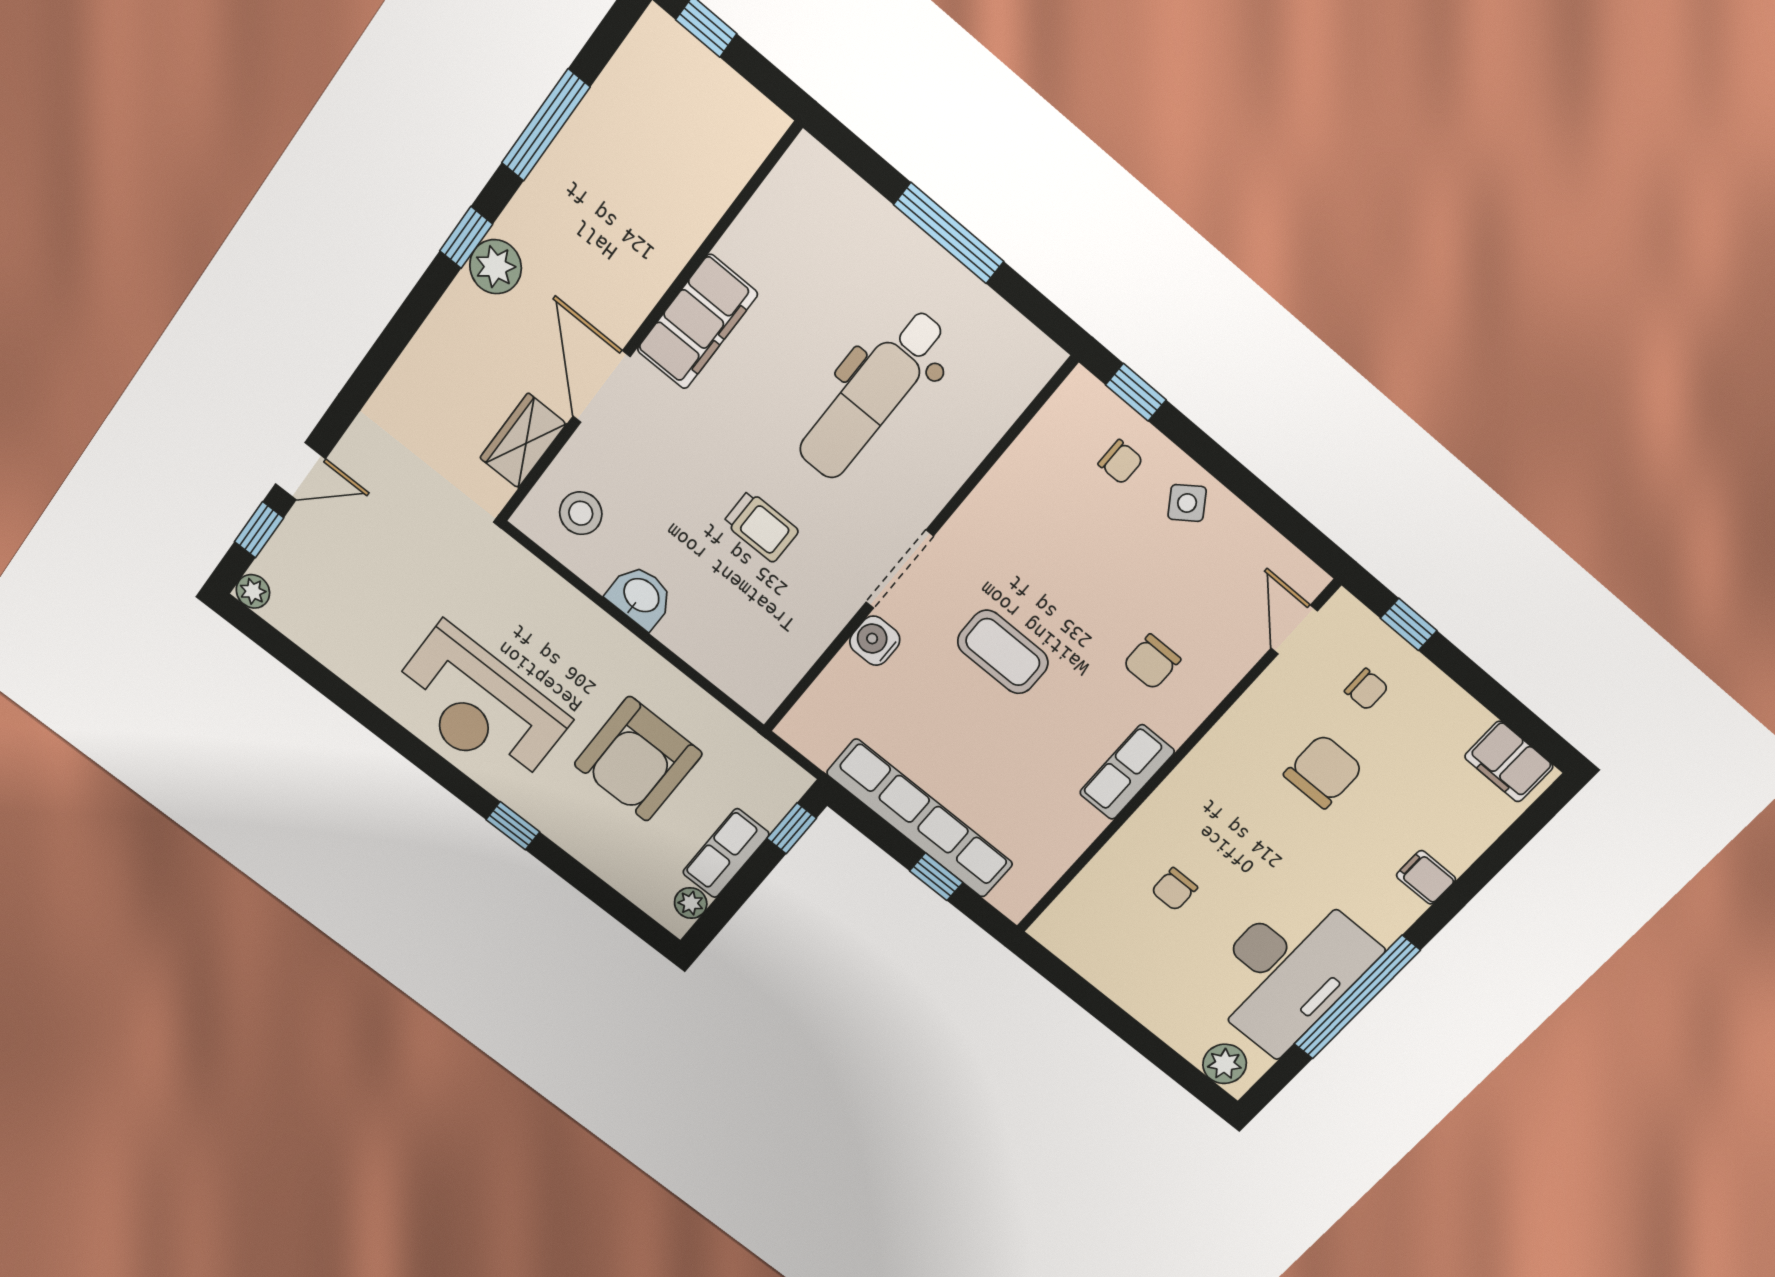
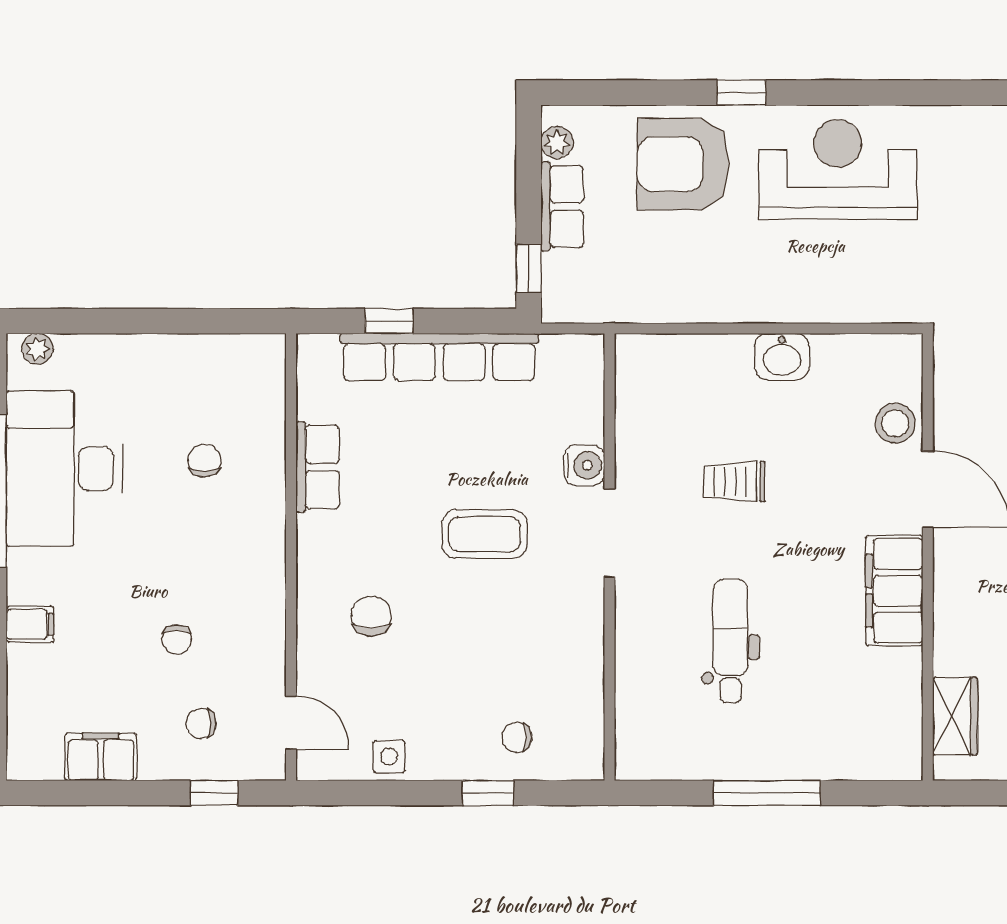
window: (1136, 392) -> (488, 793), moved
dental chair: (872, 394) -> (730, 641), width x0.73, depth x0.72
wardrobe: (523, 441) -> (955, 716), moved
side table: (1187, 503) -> (389, 757), moved, turned 35
stool: (581, 513) -> (895, 423), moved
armchair: (638, 759) -> (683, 164), moved, turned -90
filing cabinet: (1509, 762) -> (101, 757), moved
chair: (1323, 771) -> (177, 639), width x0.54, depth x0.54
row of seats: (1127, 772) -> (318, 467), moved
plant: (1225, 1064) -> (37, 349), width x0.73, depth x0.73

